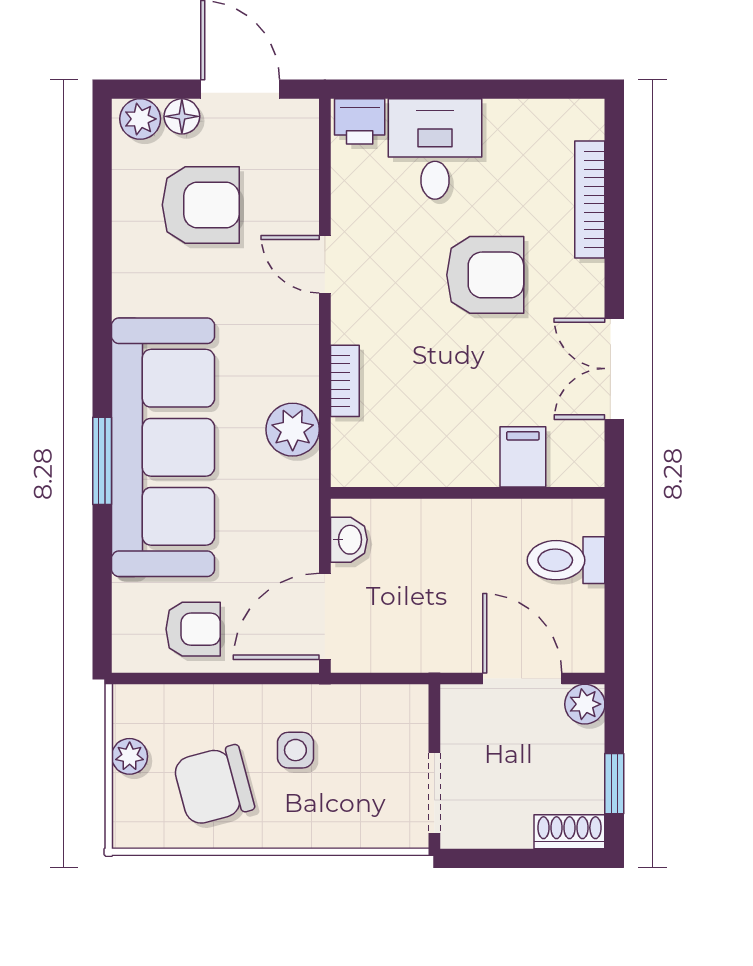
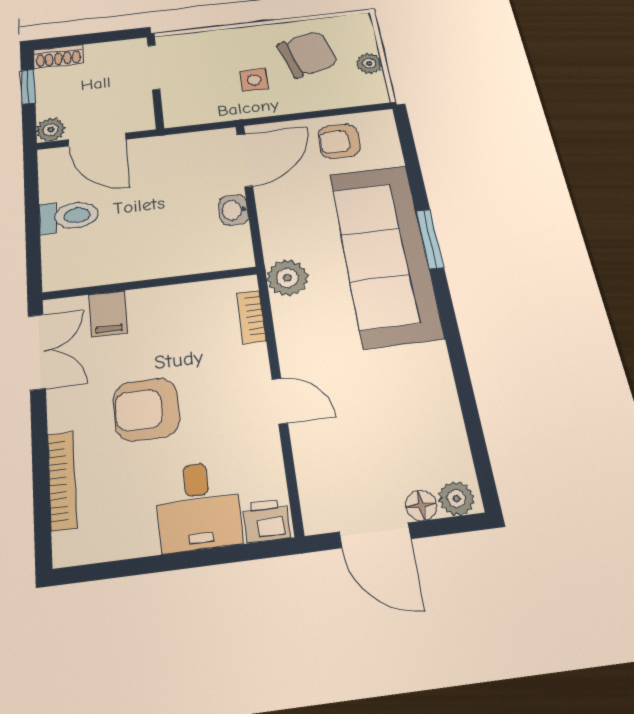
armchair: (201, 205) -> (391, 435), removed
filing cabinet: (523, 457) -> (108, 314), moved
wall: (468, 493) -> (150, 283), moved

